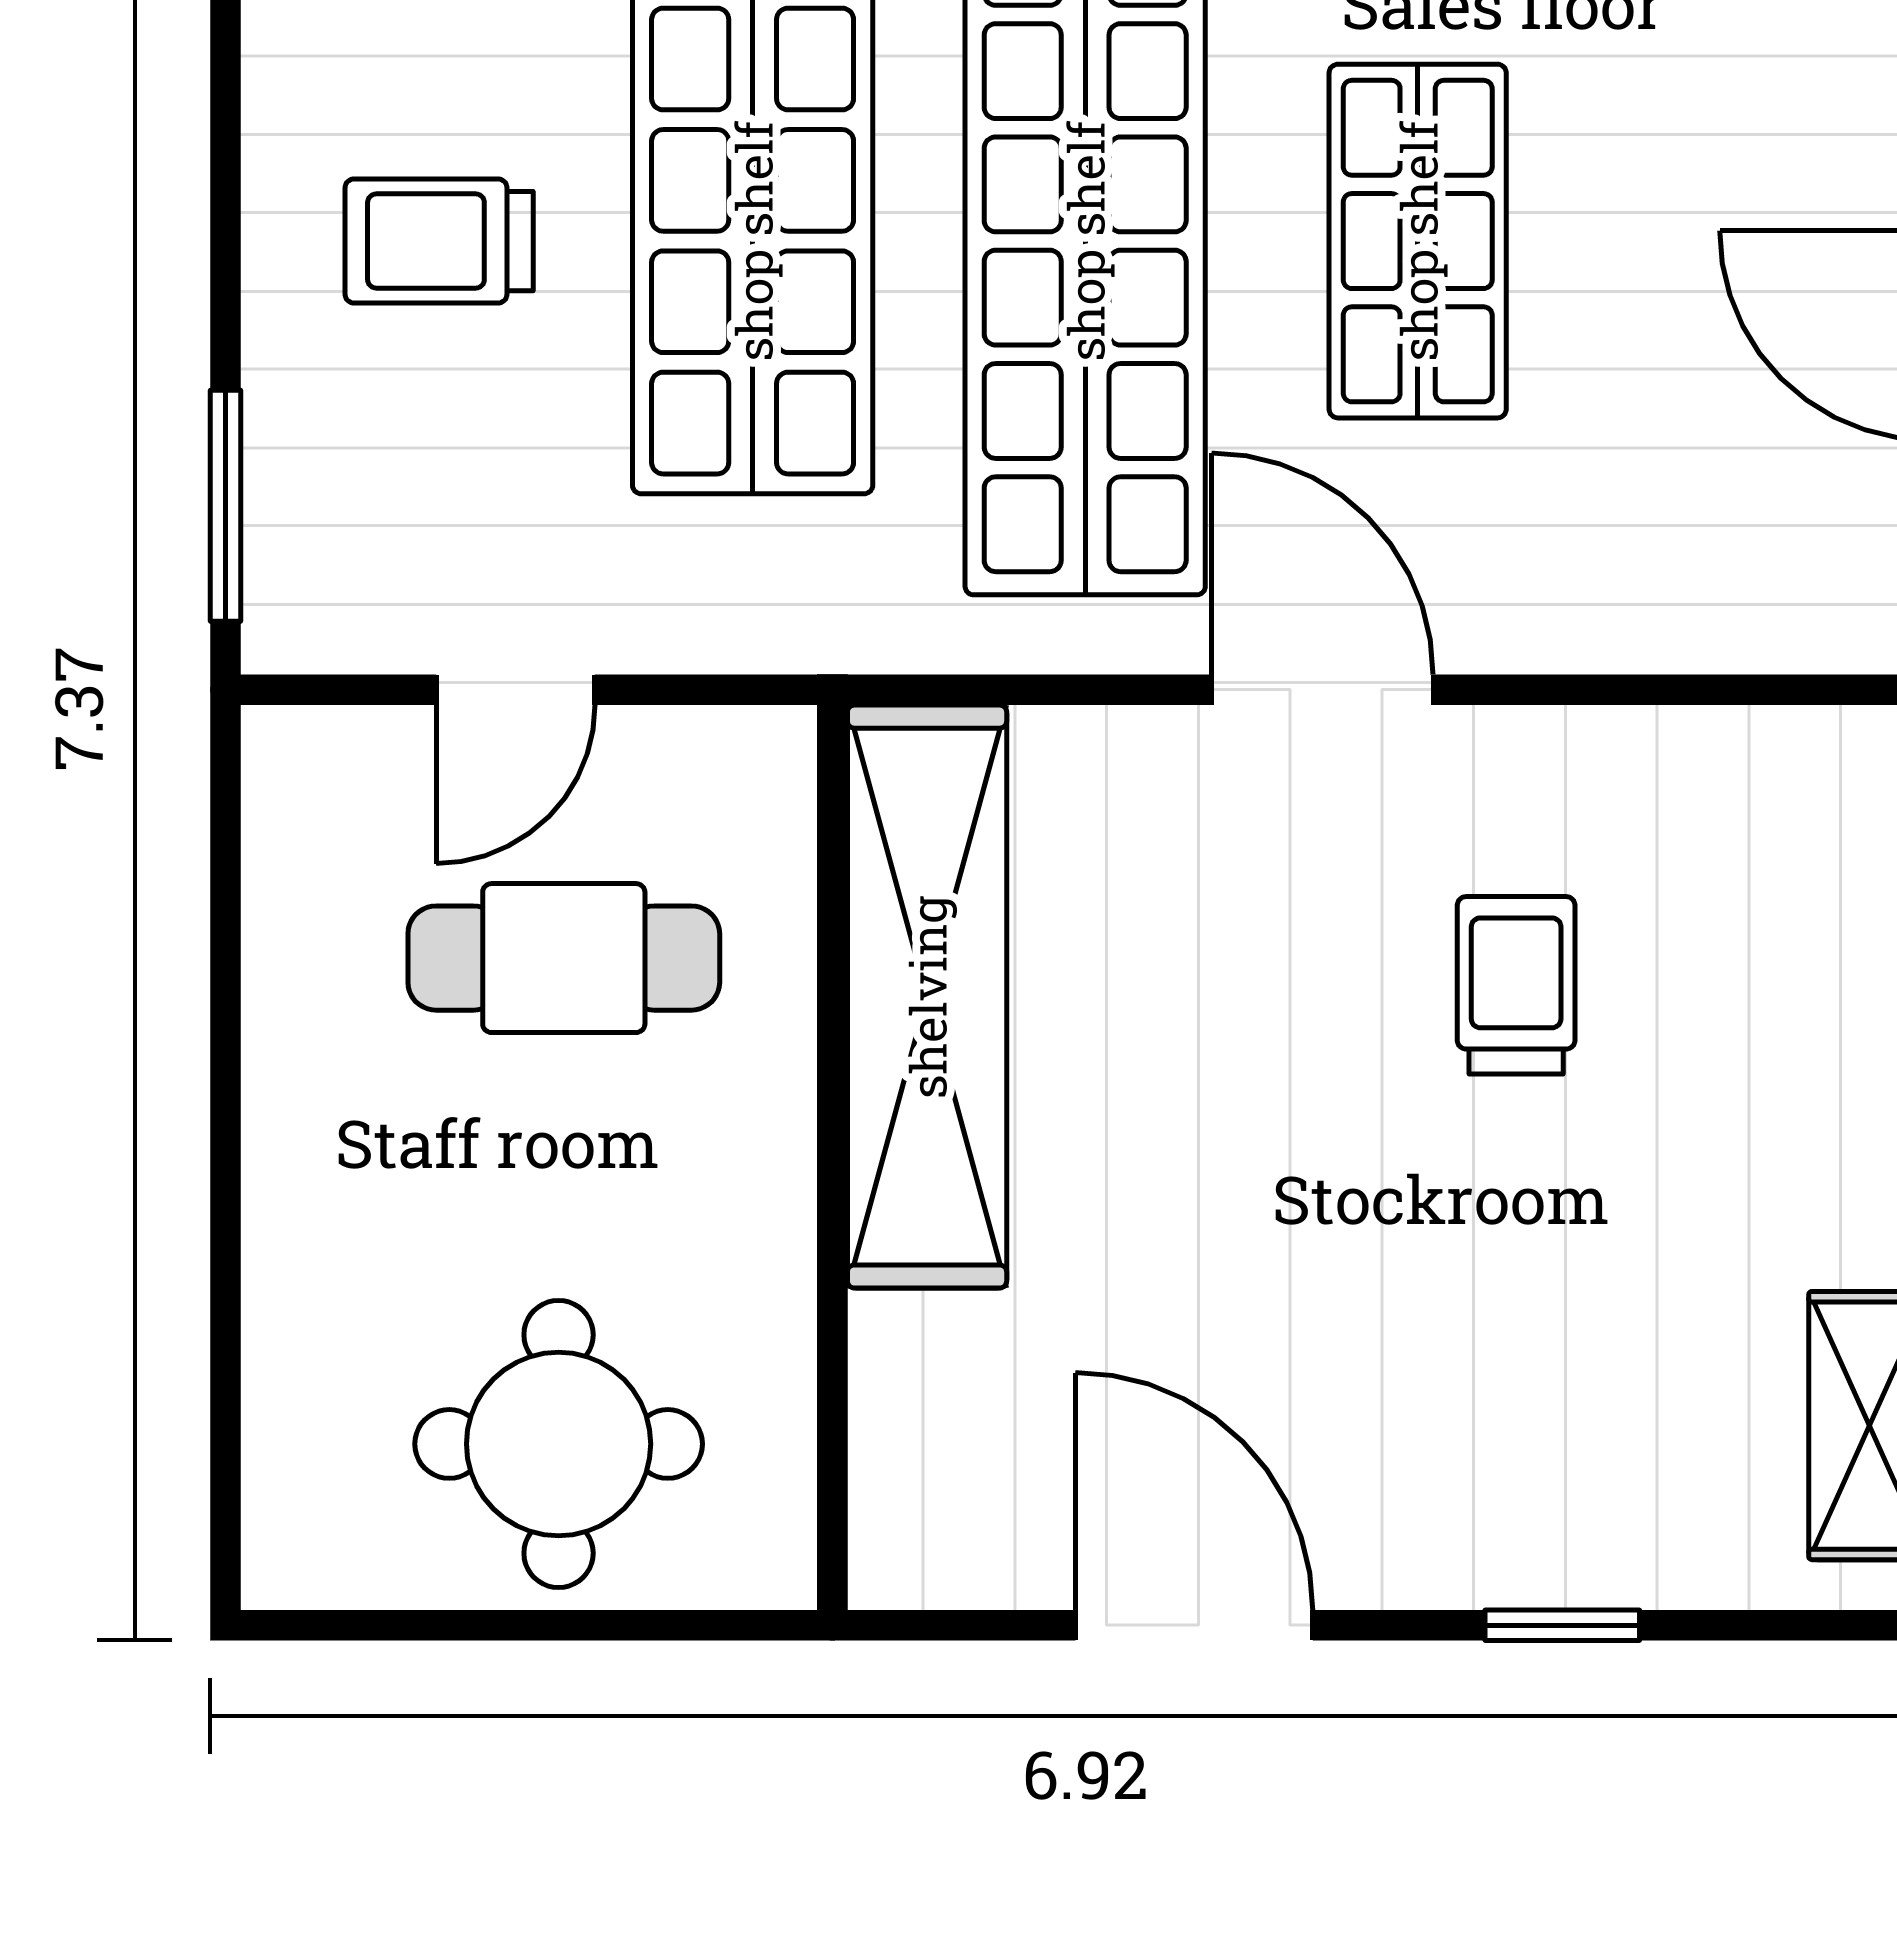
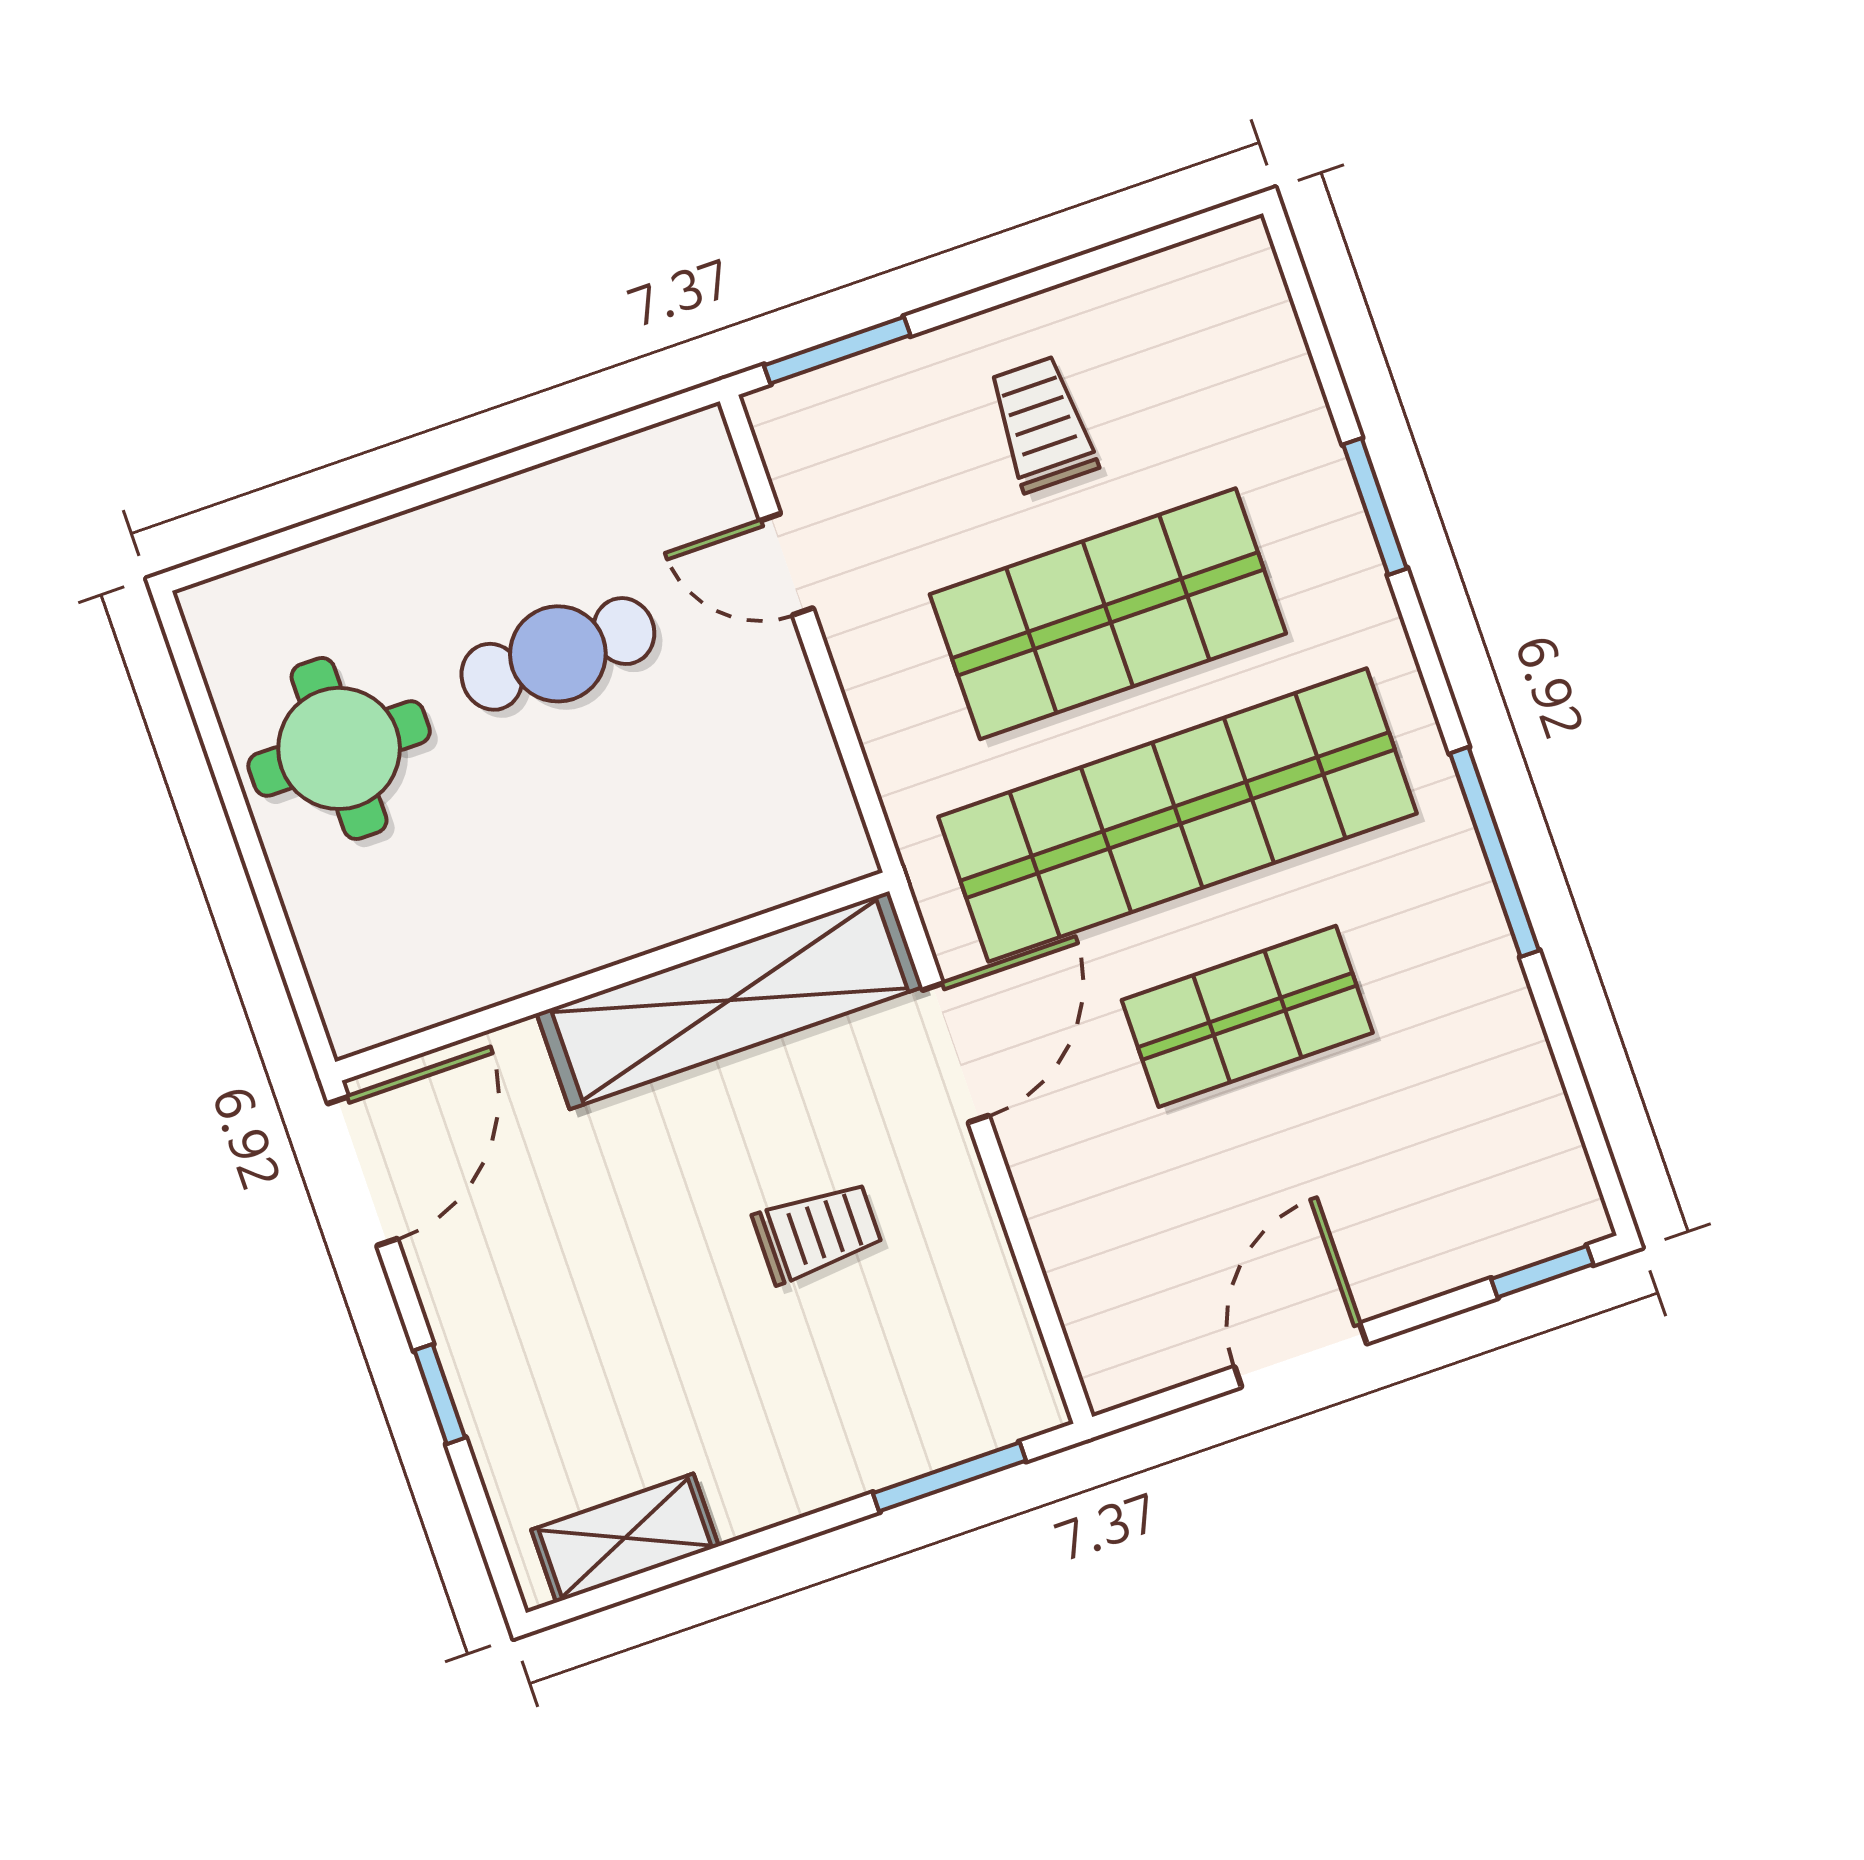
cafe table: (564, 958) -> (558, 654), moved, turned 90
shelving: (927, 997) -> (730, 1000), moved
wall: (832, 1158) -> (612, 977), moved

